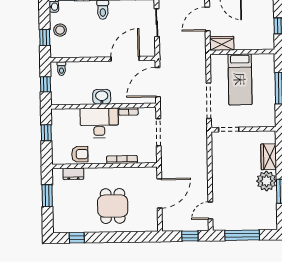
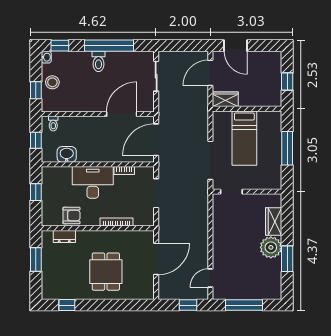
washbasin: (102, 97) -> (67, 154), moved

